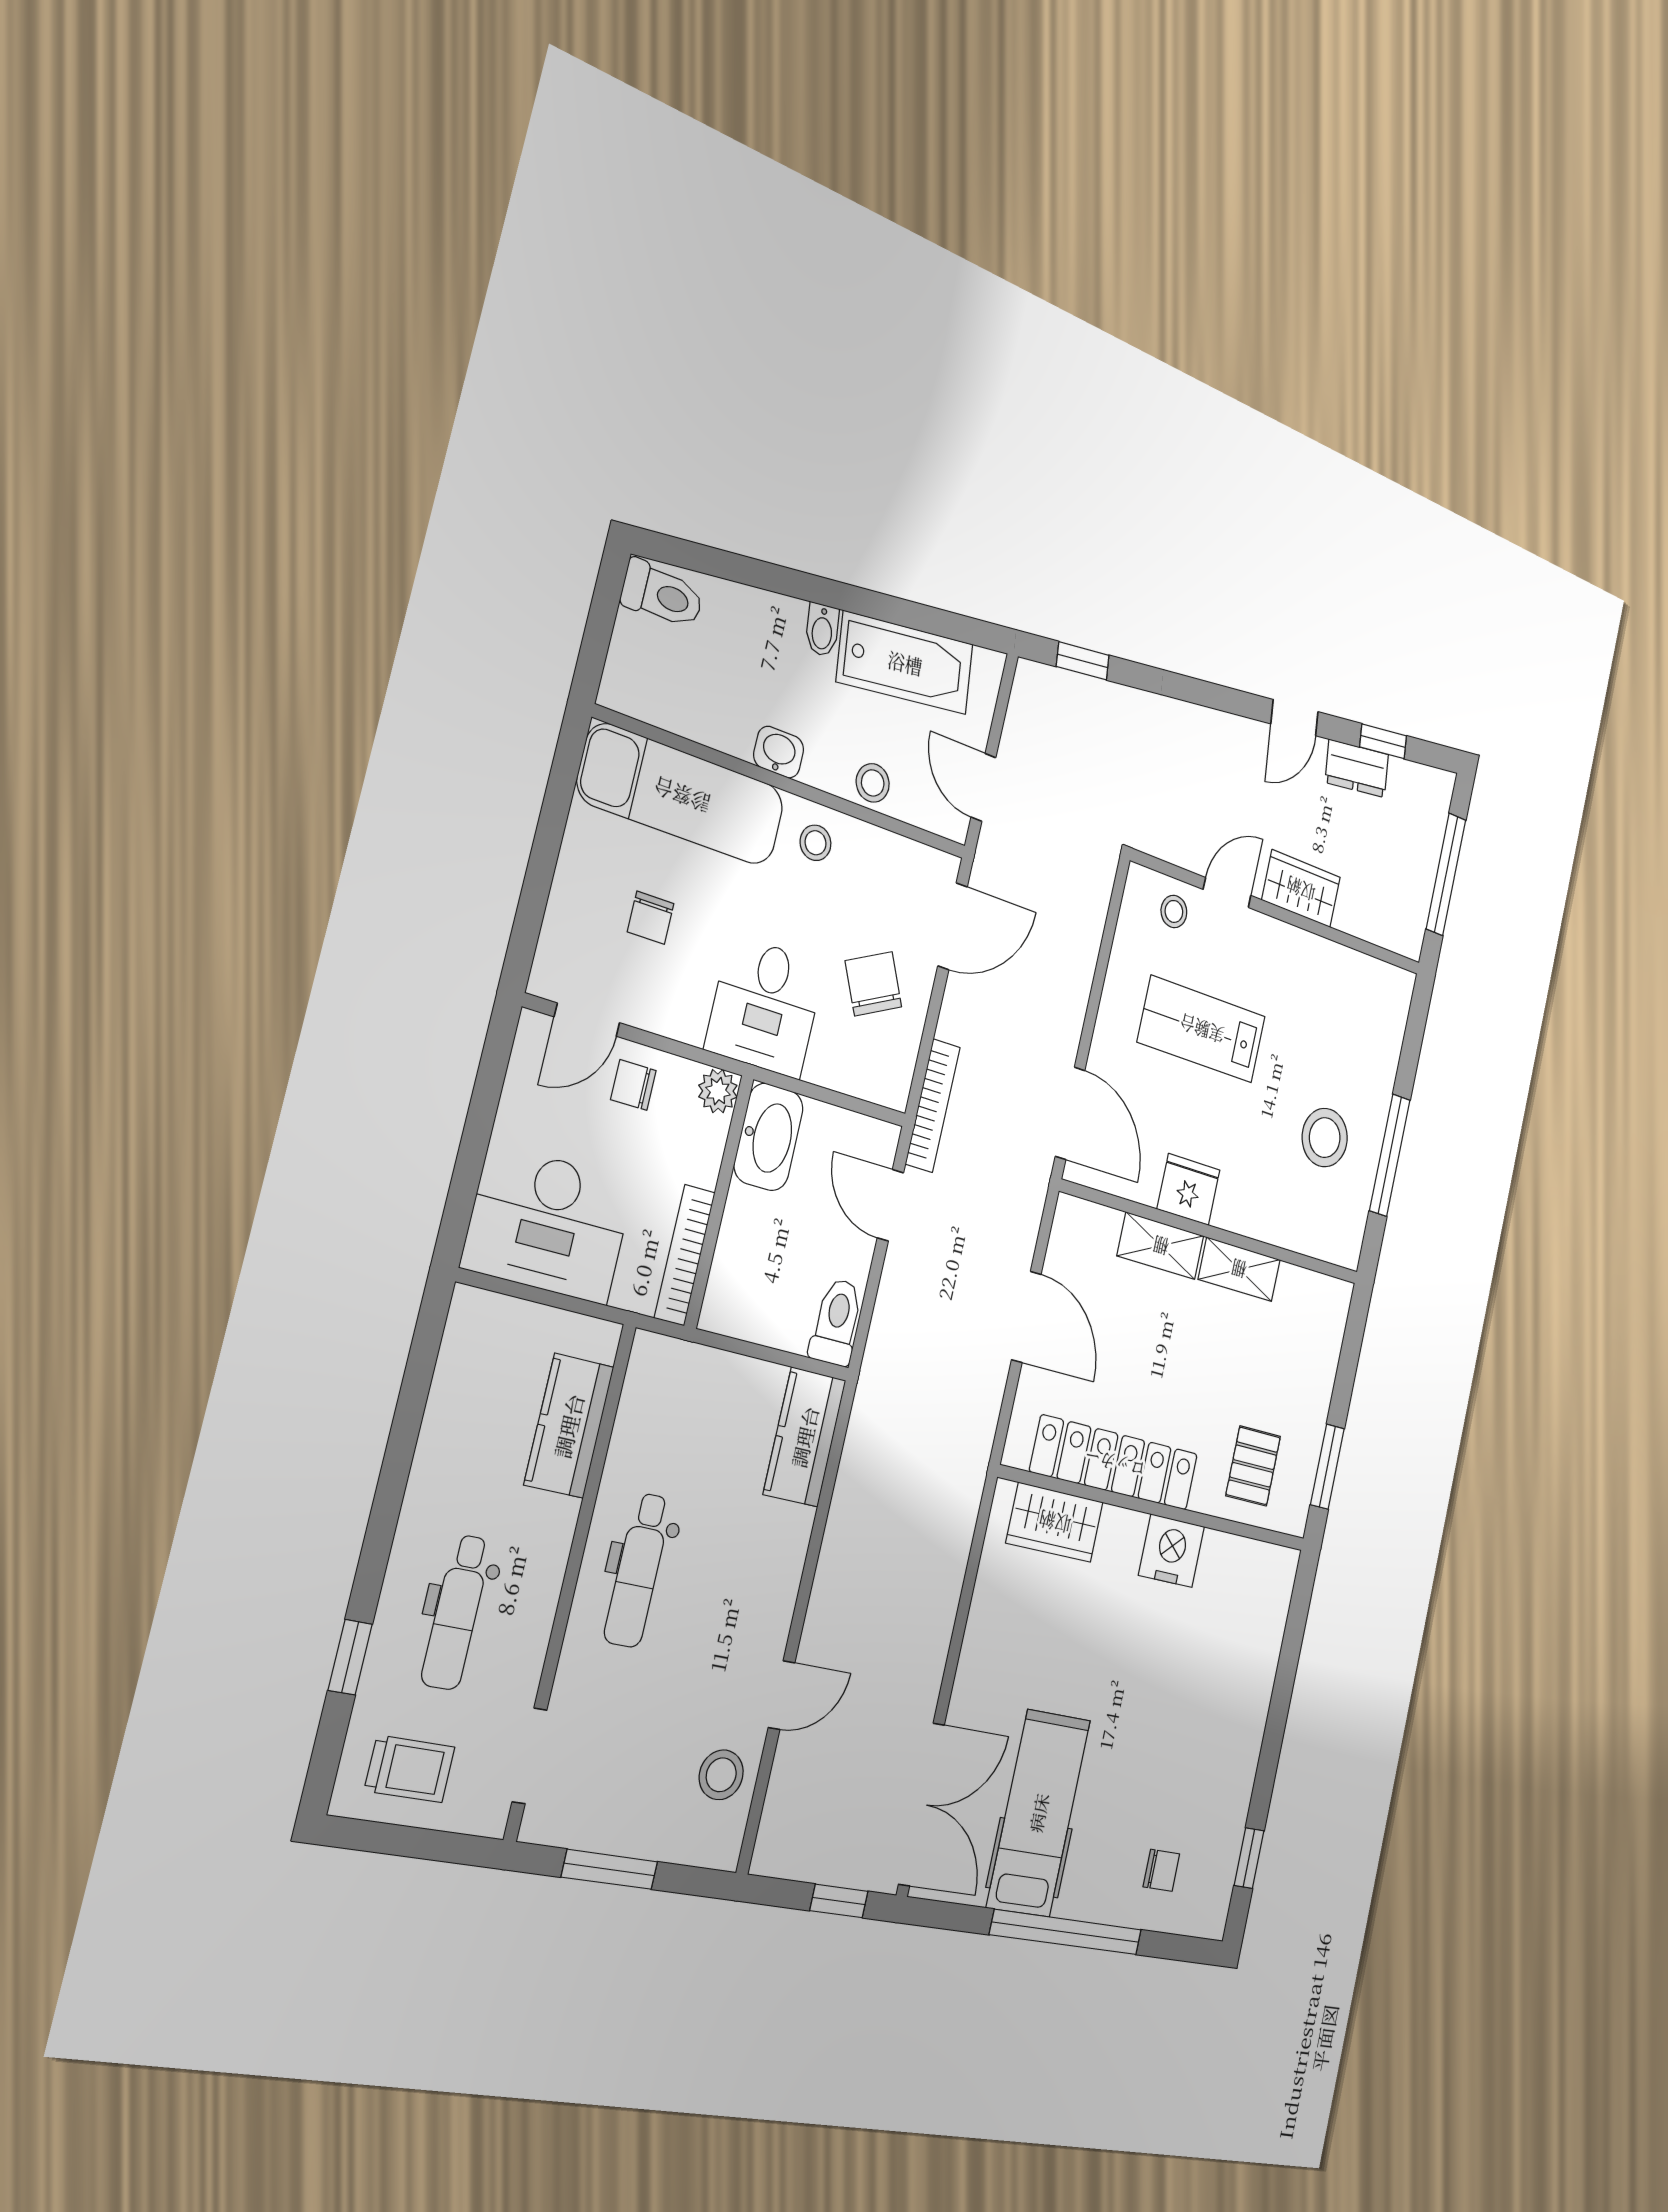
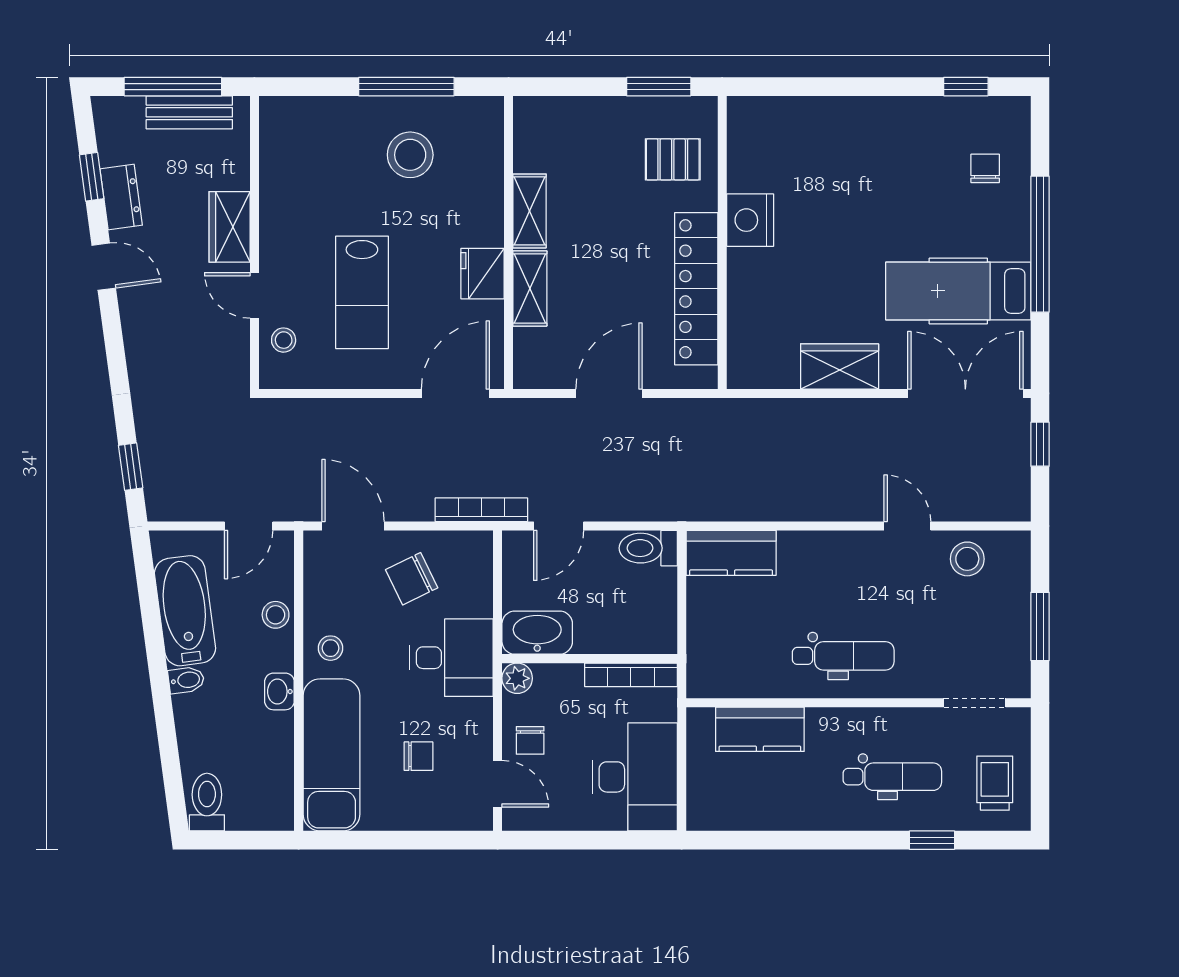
bench: (1419, 884) -> (189, 112), added
wardrobe: (1055, 1522) -> (840, 366), moved, turned -90

